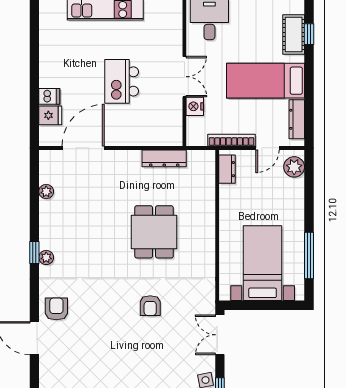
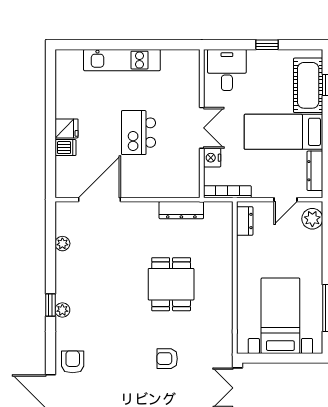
cot: (294, 35) -> (308, 85), width x1.37, depth x1.34
fridge: (50, 115) -> (67, 128), moved
bookcase: (232, 140) -> (227, 192), moved
armchair: (150, 306) -> (167, 359), turned 90

